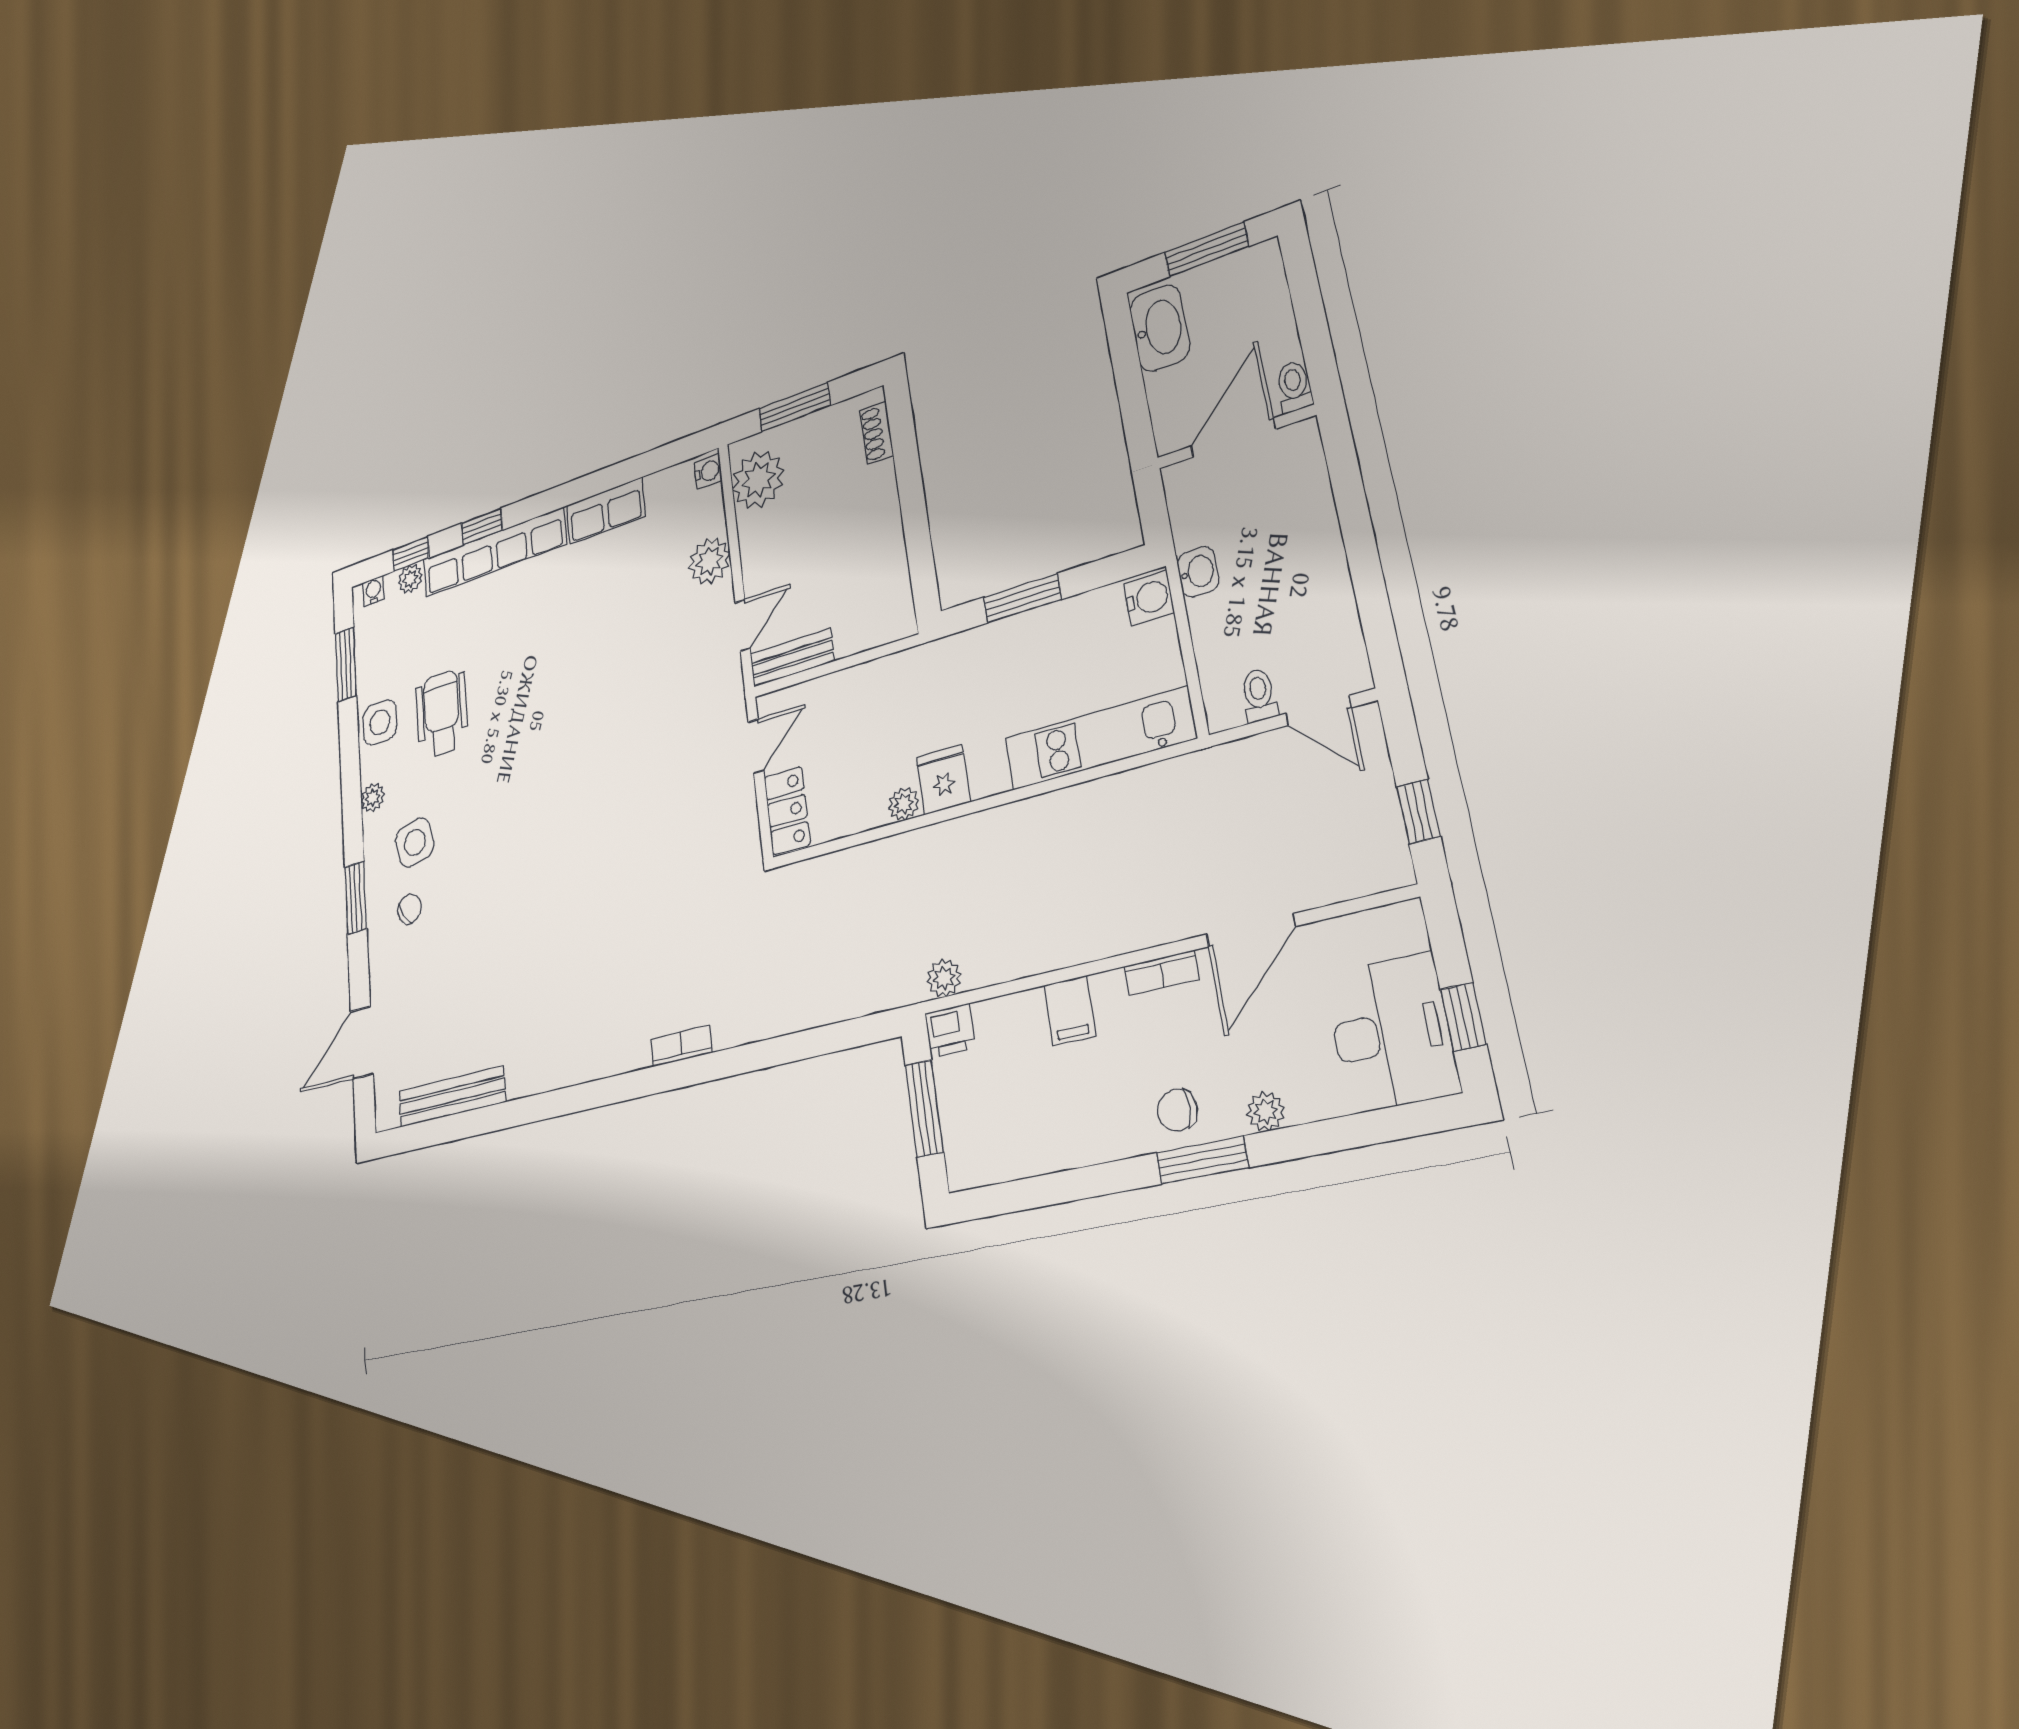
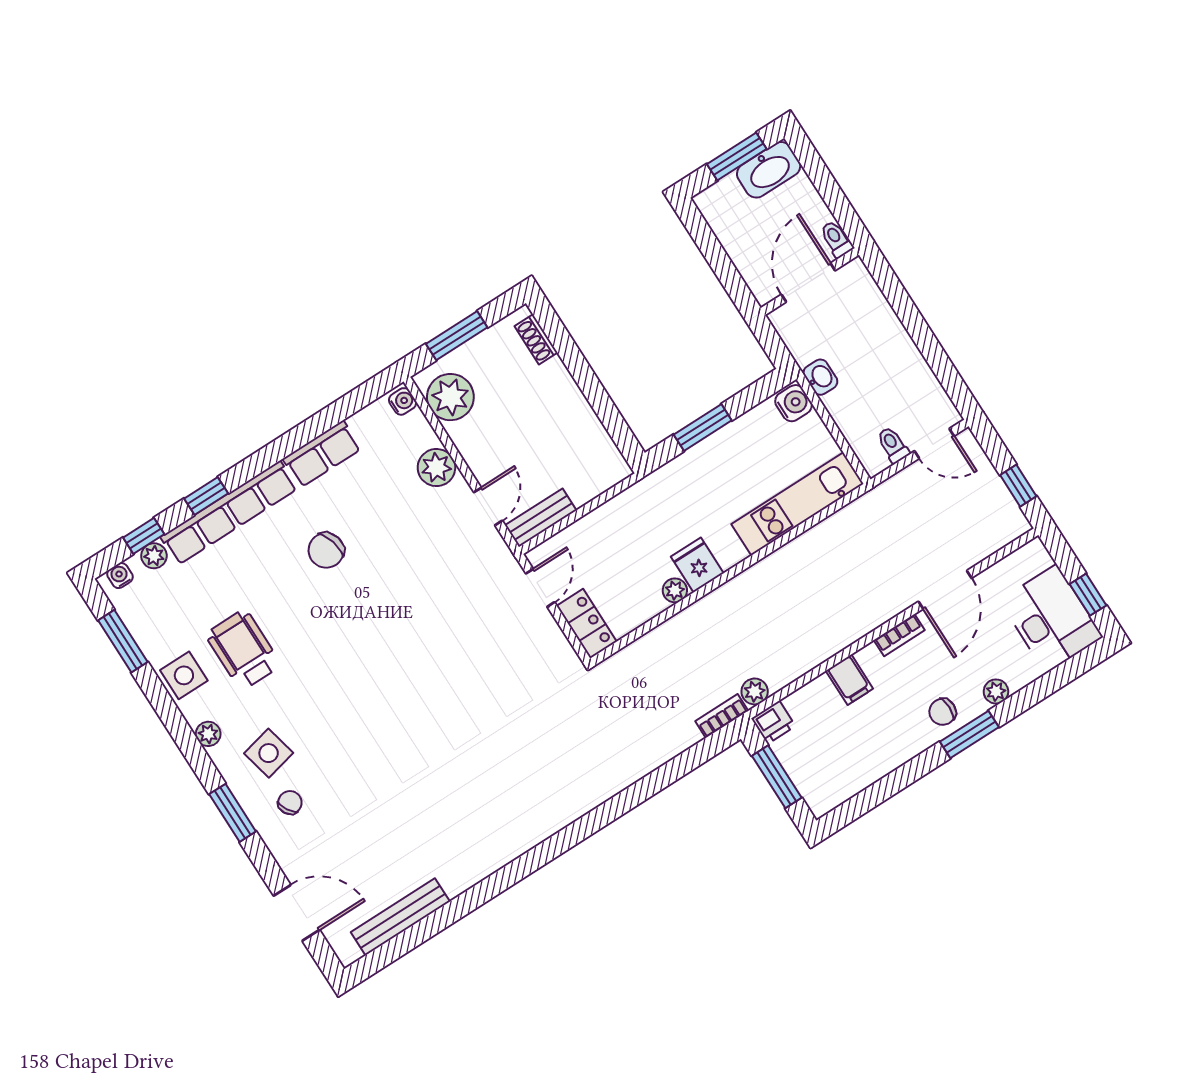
washbasin: (1160, 328) -> (769, 170), moved, turned 90
chair: (563, 625) -> (326, 550), added
door: (362, 1043) -> (297, 913), swing flipped
bookcase: (681, 1046) -> (722, 716), moved

